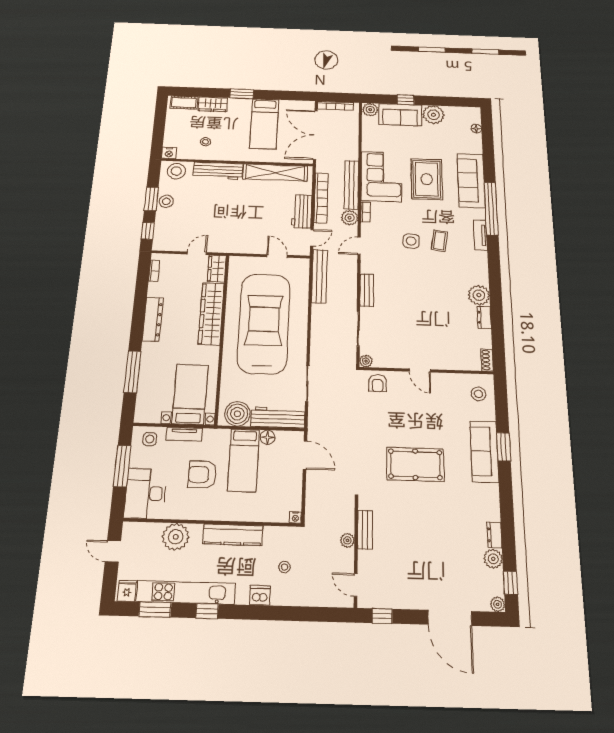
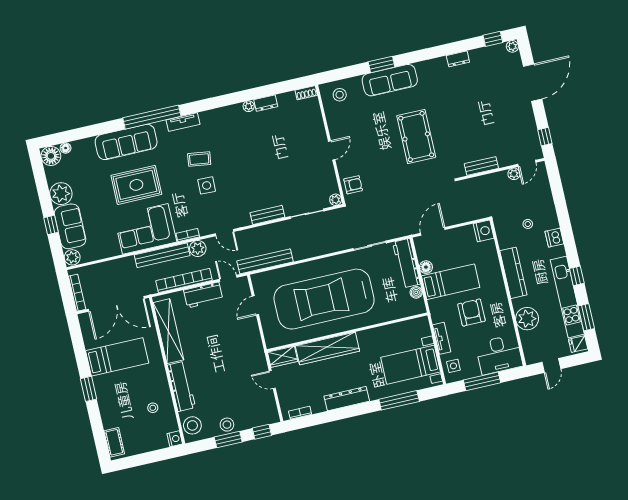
wardrobe: (213, 104) -> (109, 414), removed
floor lamp: (471, 115) -> (51, 156), added
plant: (479, 295) -> (249, 106), width x0.53, depth x0.53
bed with nightstands: (190, 394) -> (411, 365), moved
boiler: (237, 414) -> (416, 292), width x0.54, depth x0.54
armchair: (202, 475) -> (471, 313), turned 180
nightstand: (295, 517) -> (484, 231), width x1.89, depth x1.79
plant: (347, 540) -> (514, 174), moved
plant: (493, 559) -> (477, 56), removed

